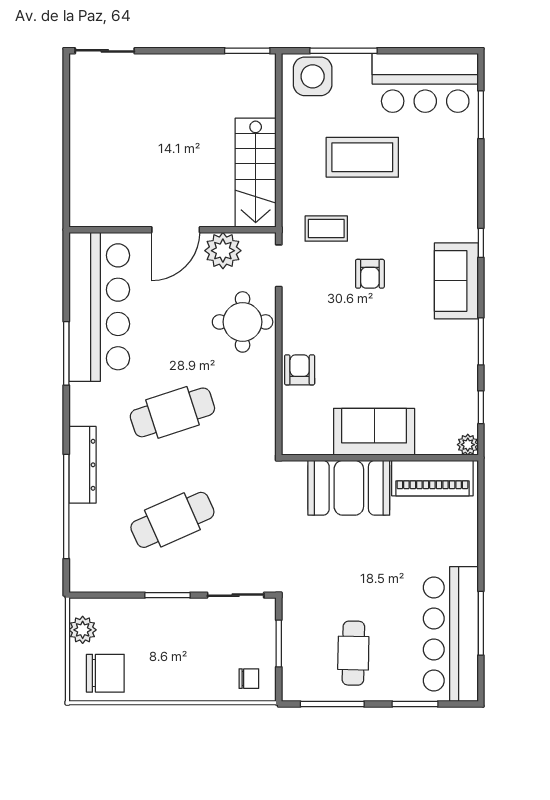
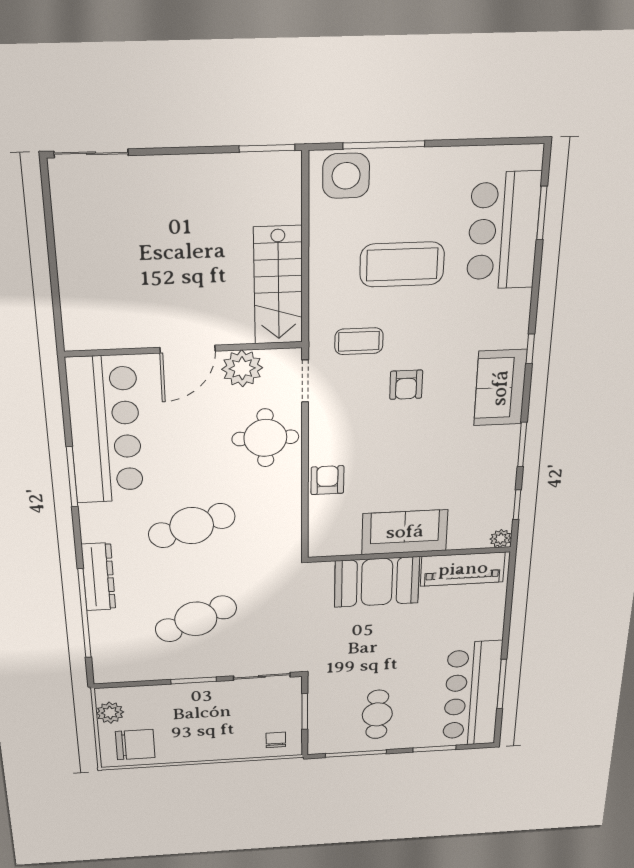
bar counter: (425, 83) -> (503, 231), moved, turned 90
chair: (249, 679) -> (276, 740), turned -90

